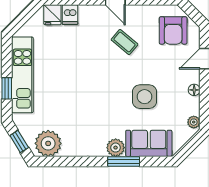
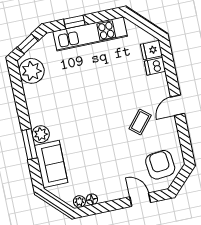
armchair: (173, 30) -> (160, 165), turned 84
floor lamp: (194, 90) -> (92, 199), moved
side table: (145, 97) -> (93, 151), removed

